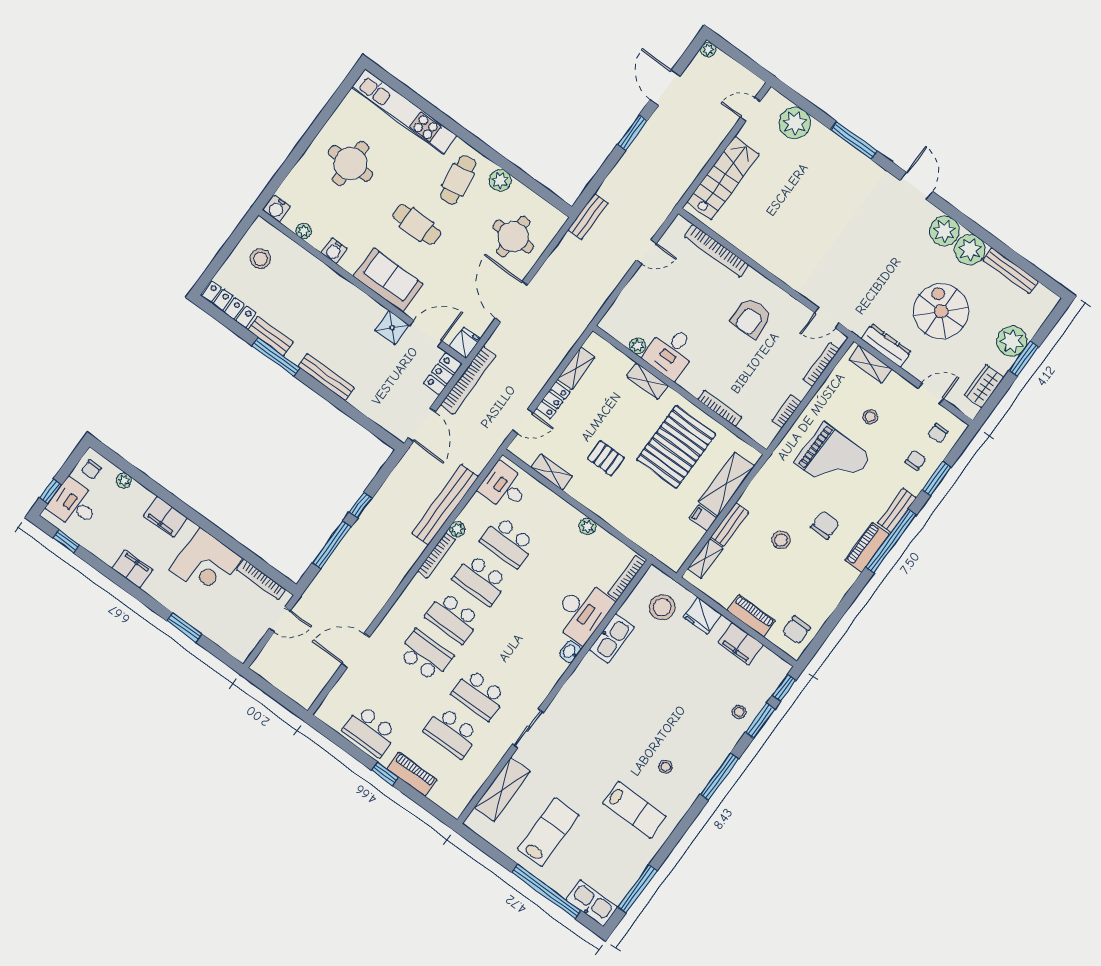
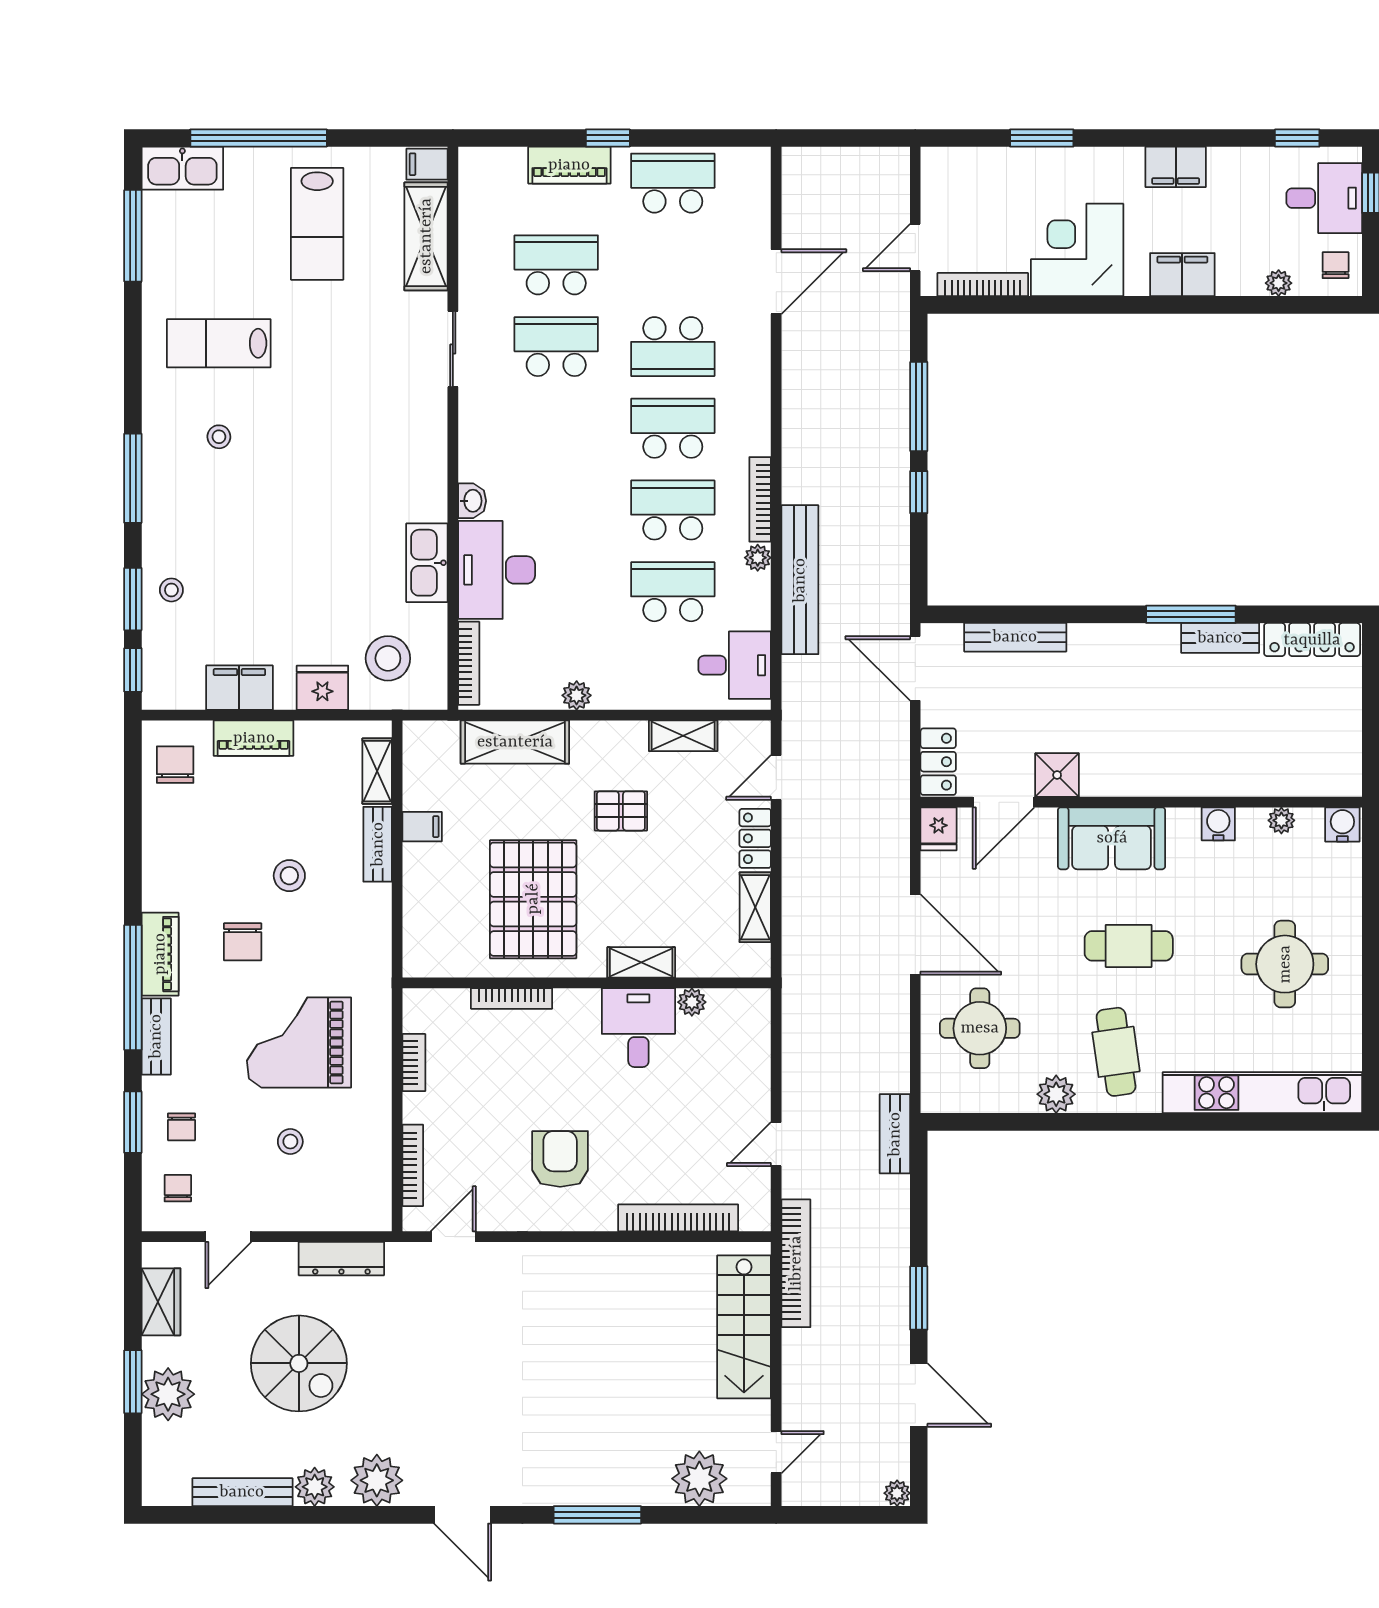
plant: (970, 250) -> (315, 1487), width x0.73, depth x0.73
stool: (260, 259) -> (1314, 737), removed
shelving: (870, 364) -> (344, 1216), removed
bench: (326, 377) -> (1015, 637), moved
bookcase: (468, 380) -> (796, 1263), moved, turned 180
shelving: (726, 484) -> (515, 742), moved, turned 90
filing cabinet: (477, 823) -> (427, 164), added

